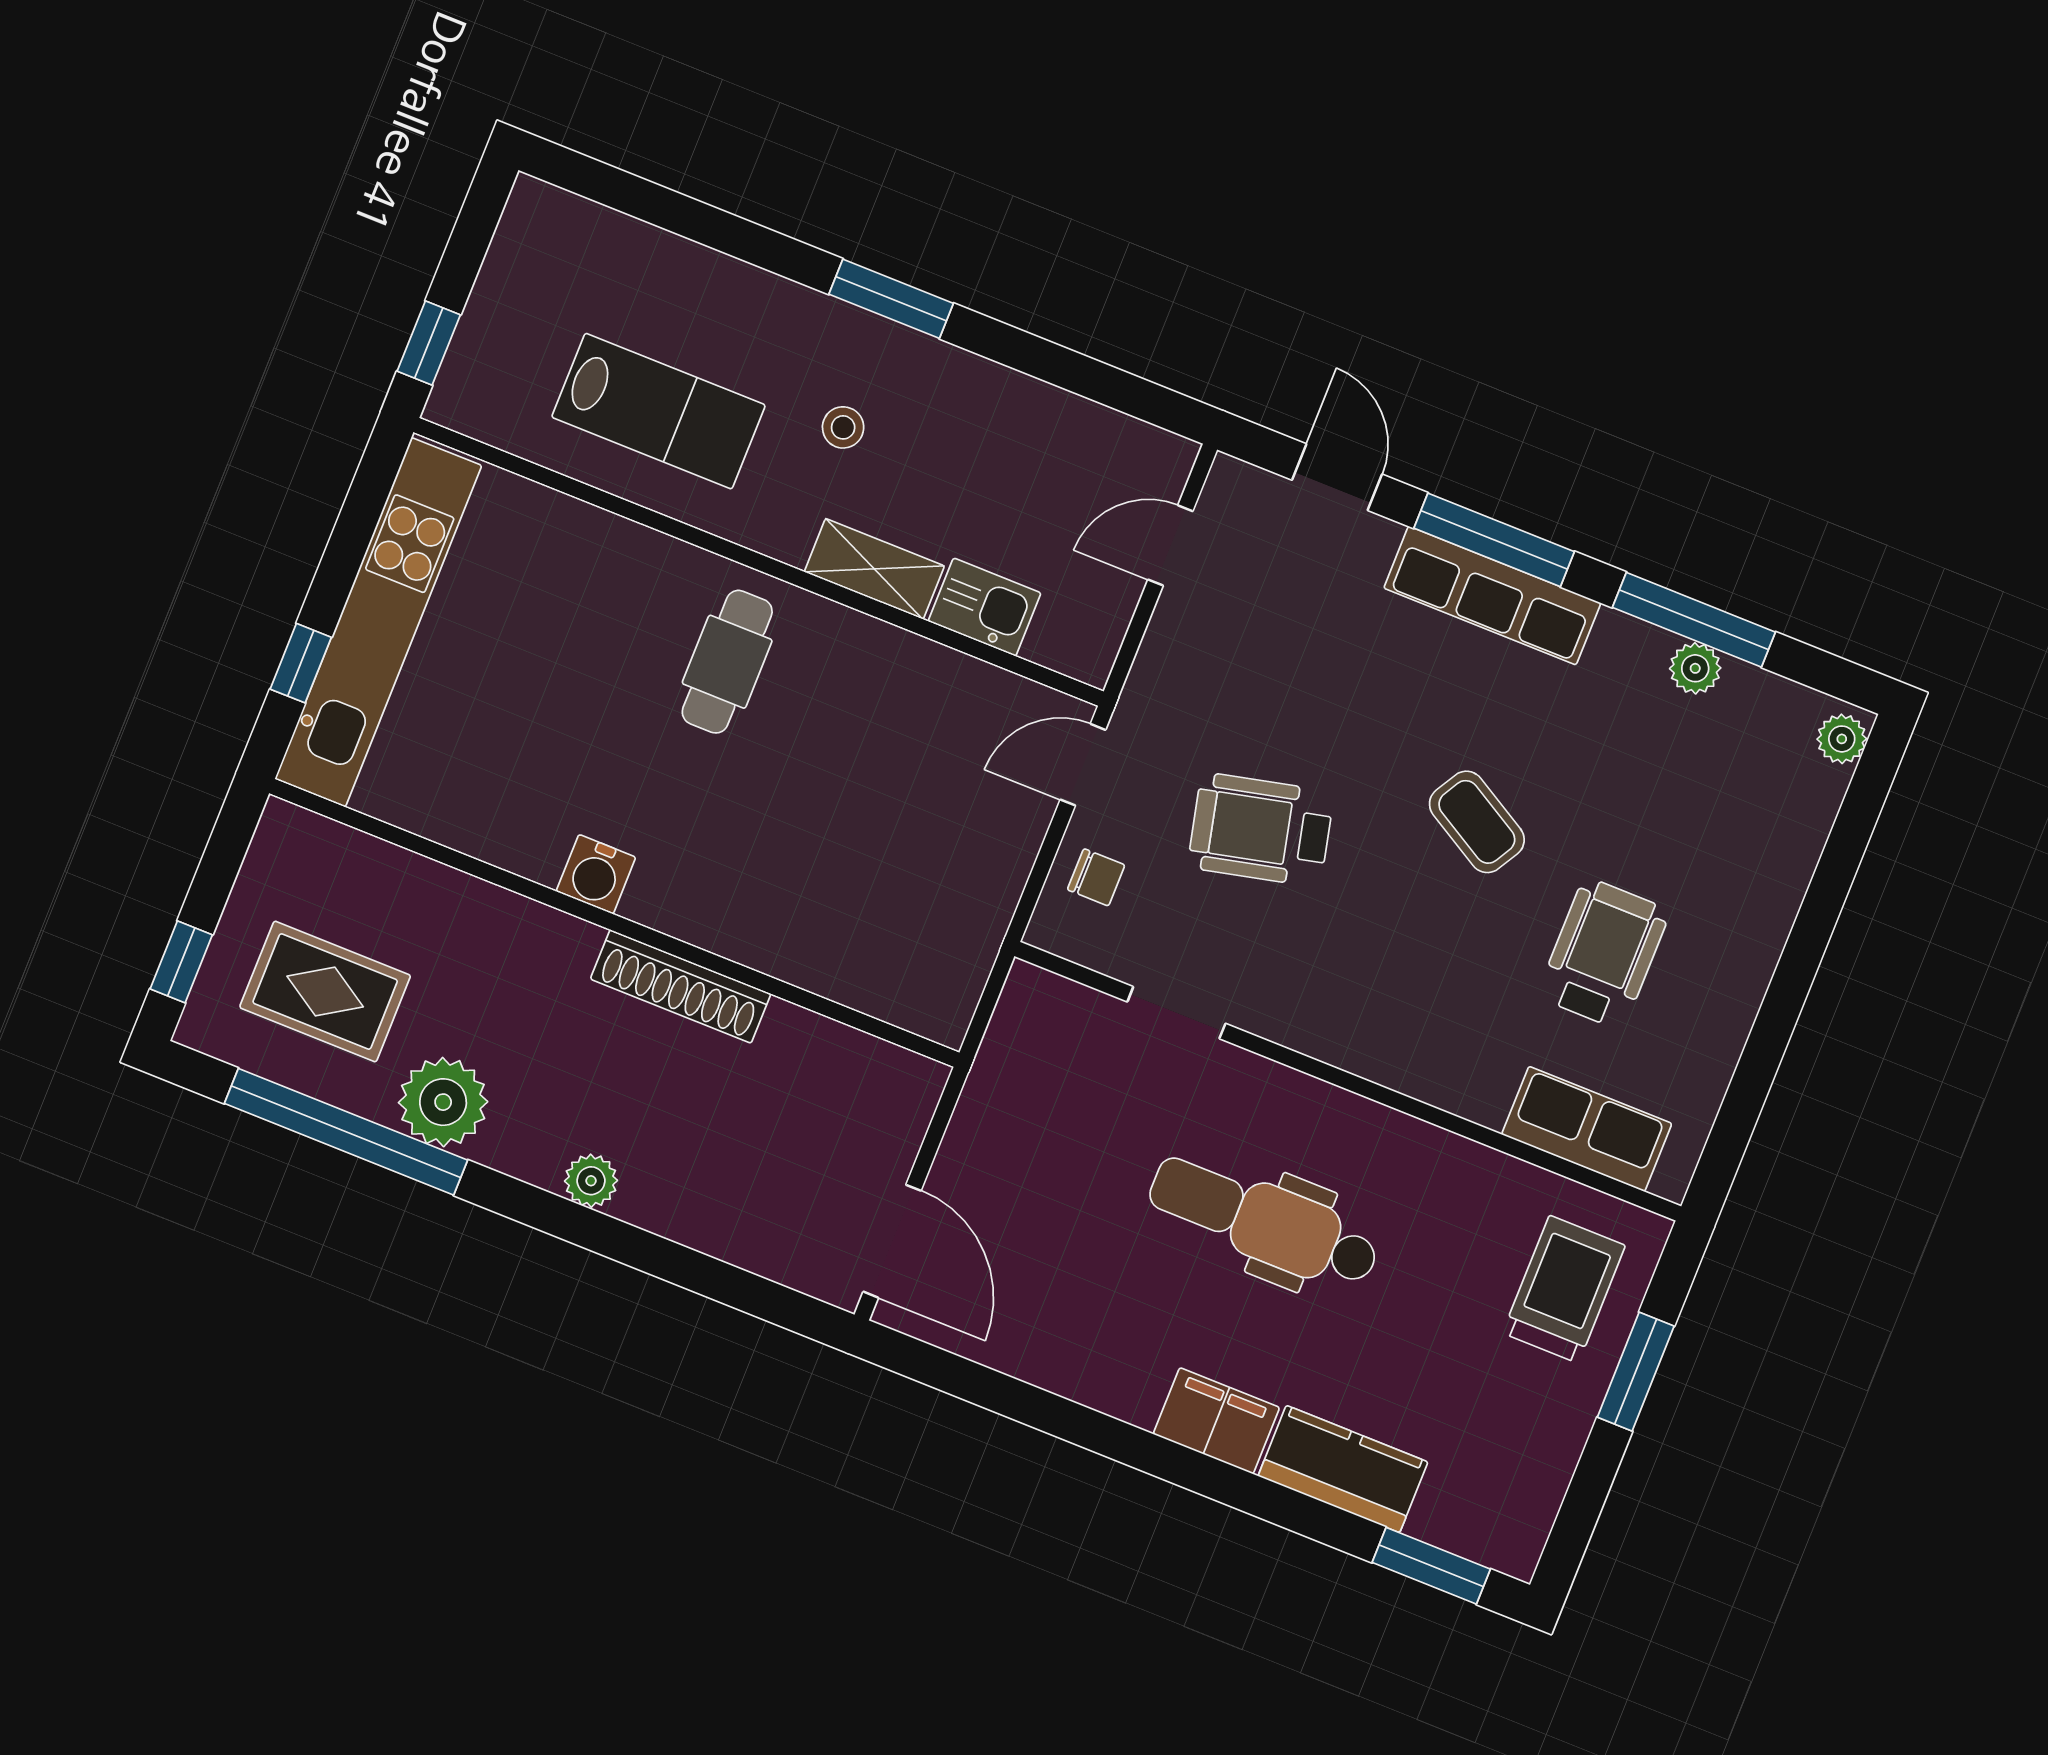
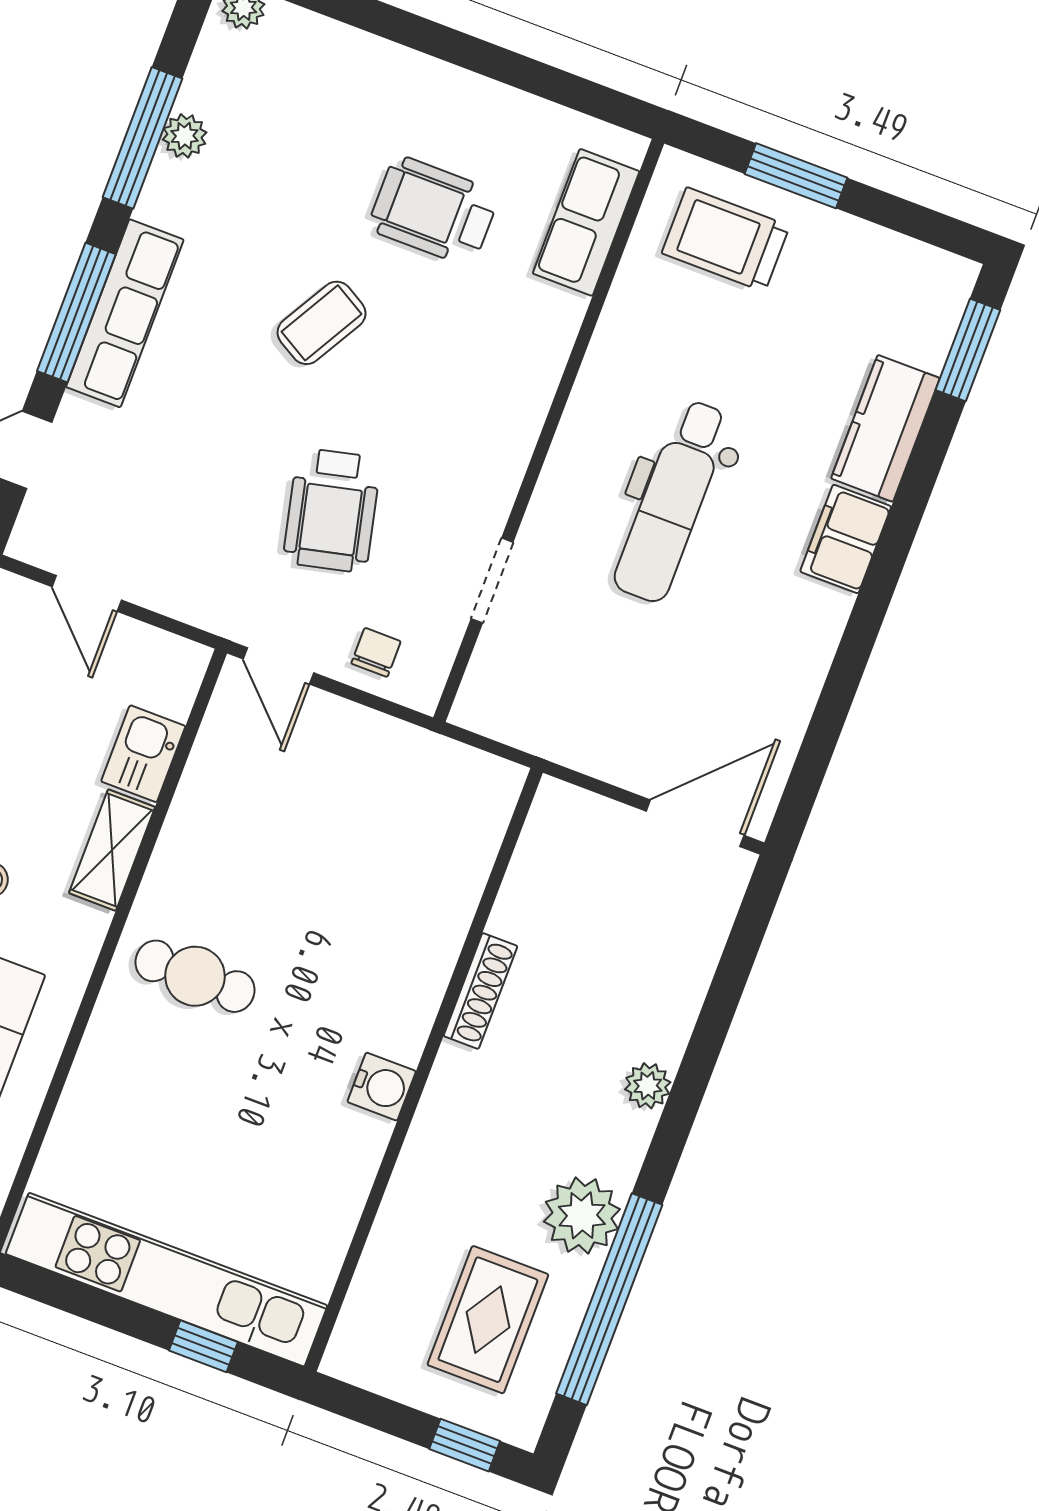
shoe rack: (681, 986) -> (480, 991), width x0.74, depth x0.81

